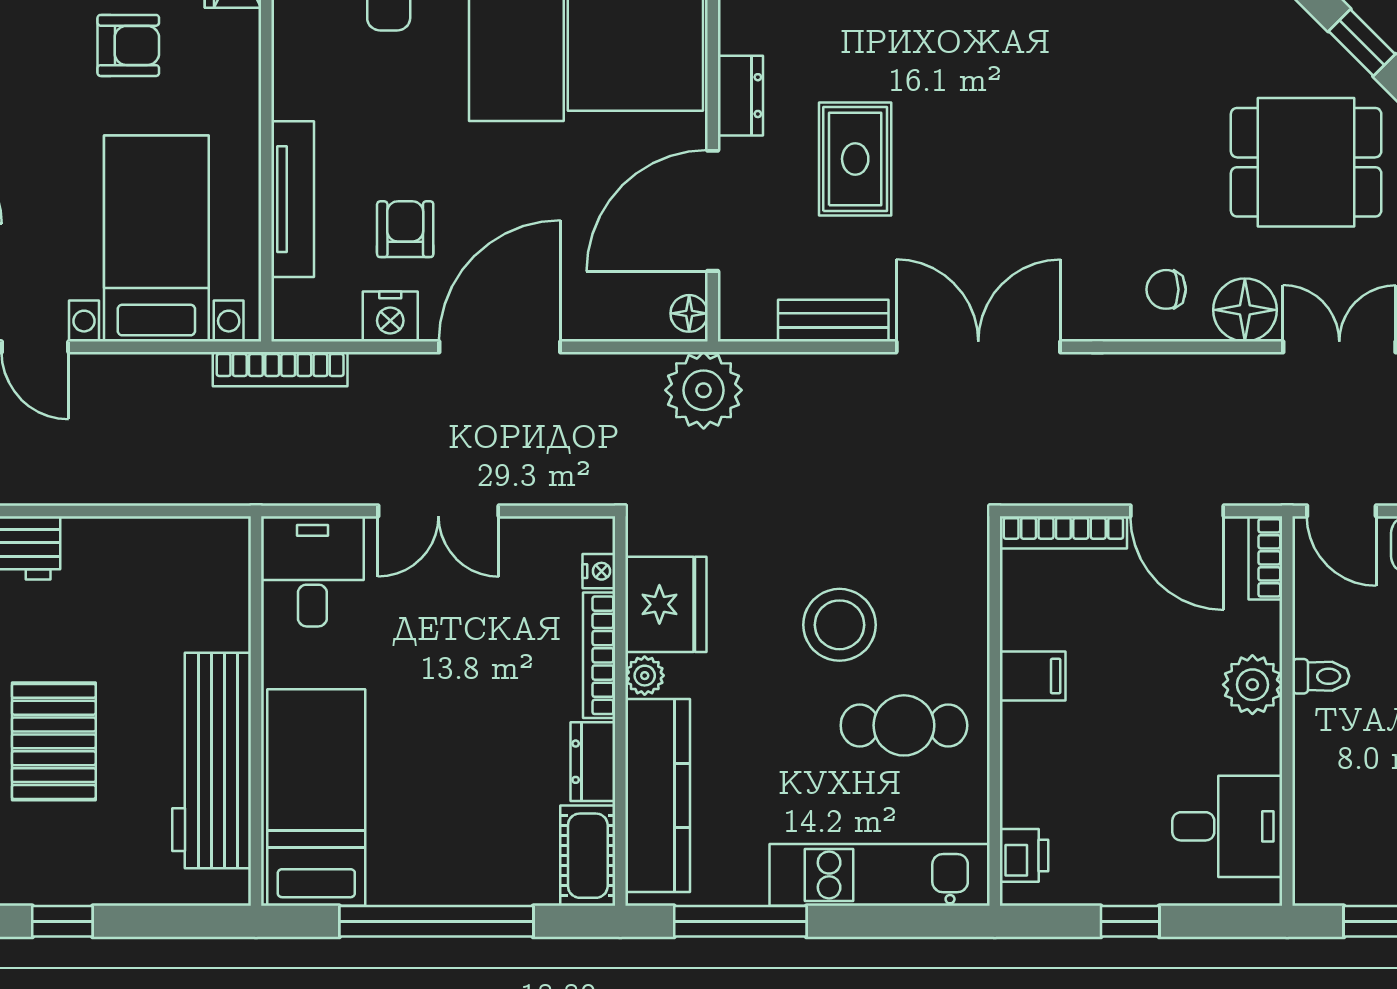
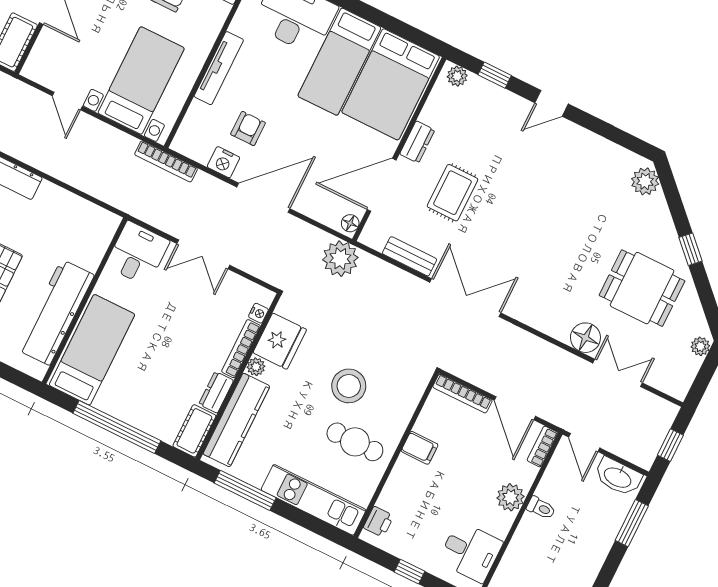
tv unit: (293, 199) -> (219, 68), moved
chair: (1166, 289) -> (556, 313), removed

